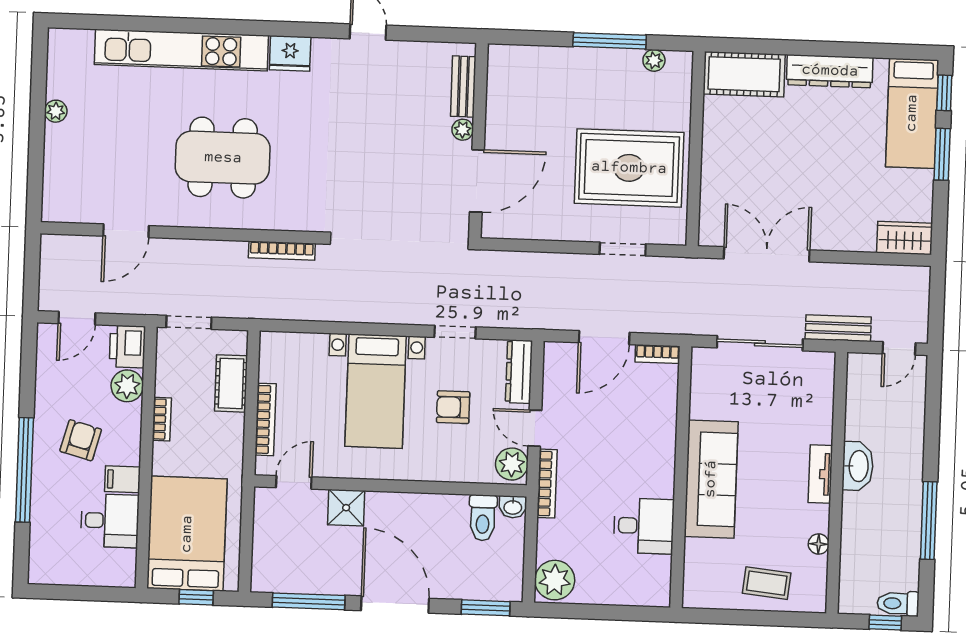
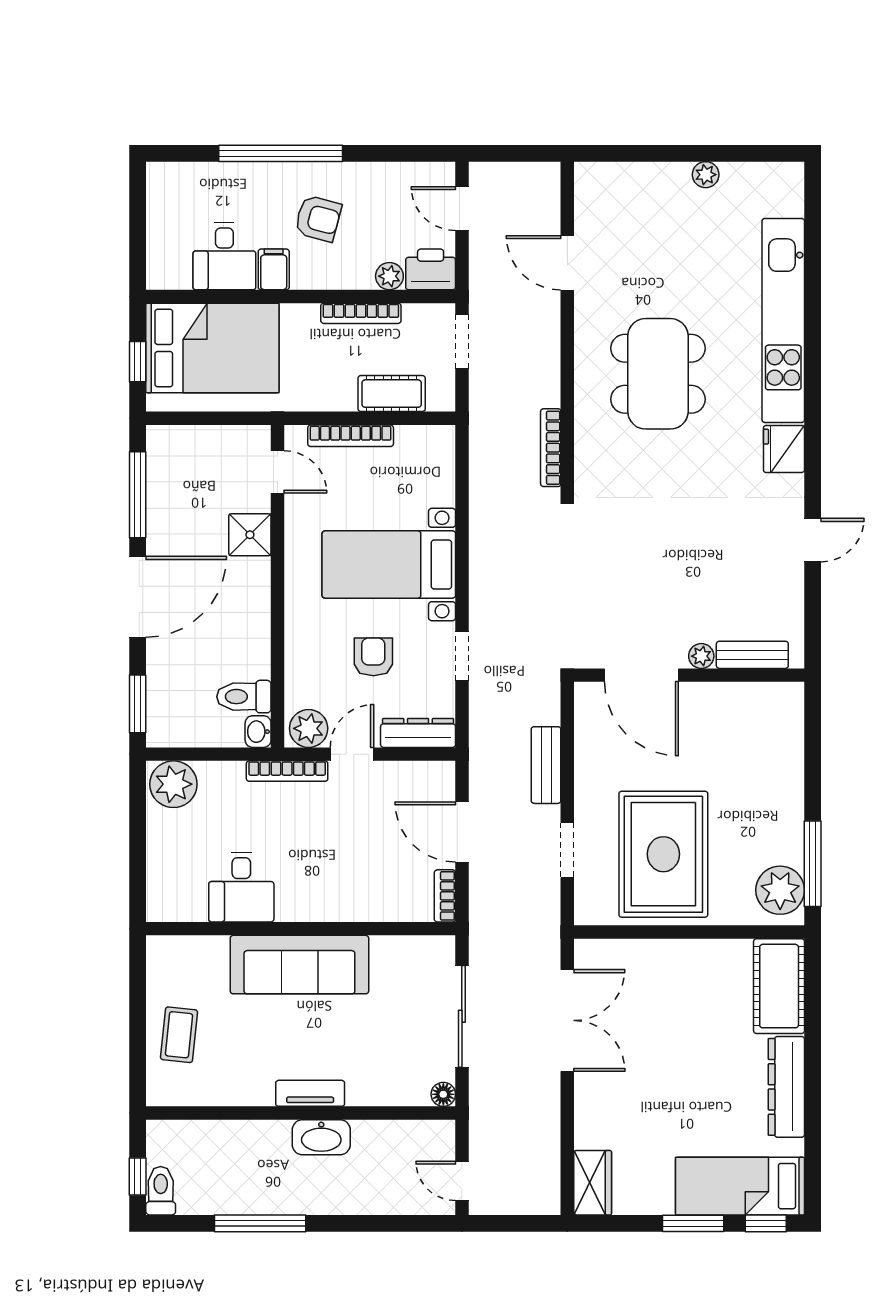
window: (610, 41) -> (813, 864), moved
plant: (654, 60) -> (780, 890), width x1.88, depth x1.88
bench: (838, 328) -> (546, 765), moved
plant: (127, 386) -> (389, 276), width x0.73, depth x0.73
bookcase: (162, 419) -> (361, 313), width x1.56
floor lamp: (819, 544) -> (443, 1094), moved

